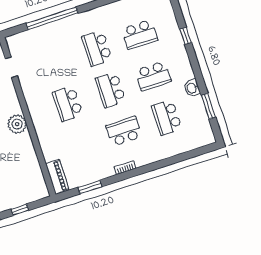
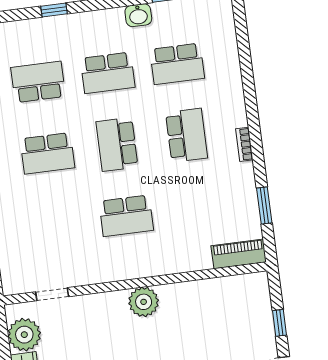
school desk: (140, 34) -> (38, 82), turned -90
school desk: (153, 76) -> (108, 73), turned 90
school desk: (110, 90) -> (117, 144), turned 90
school desk: (124, 131) -> (186, 135), turned 180

